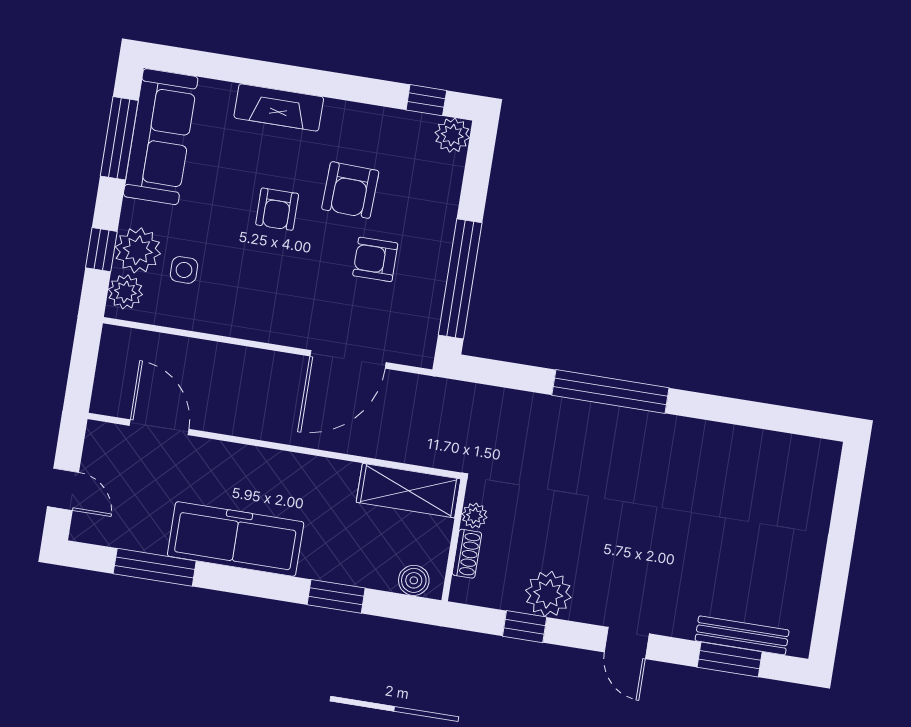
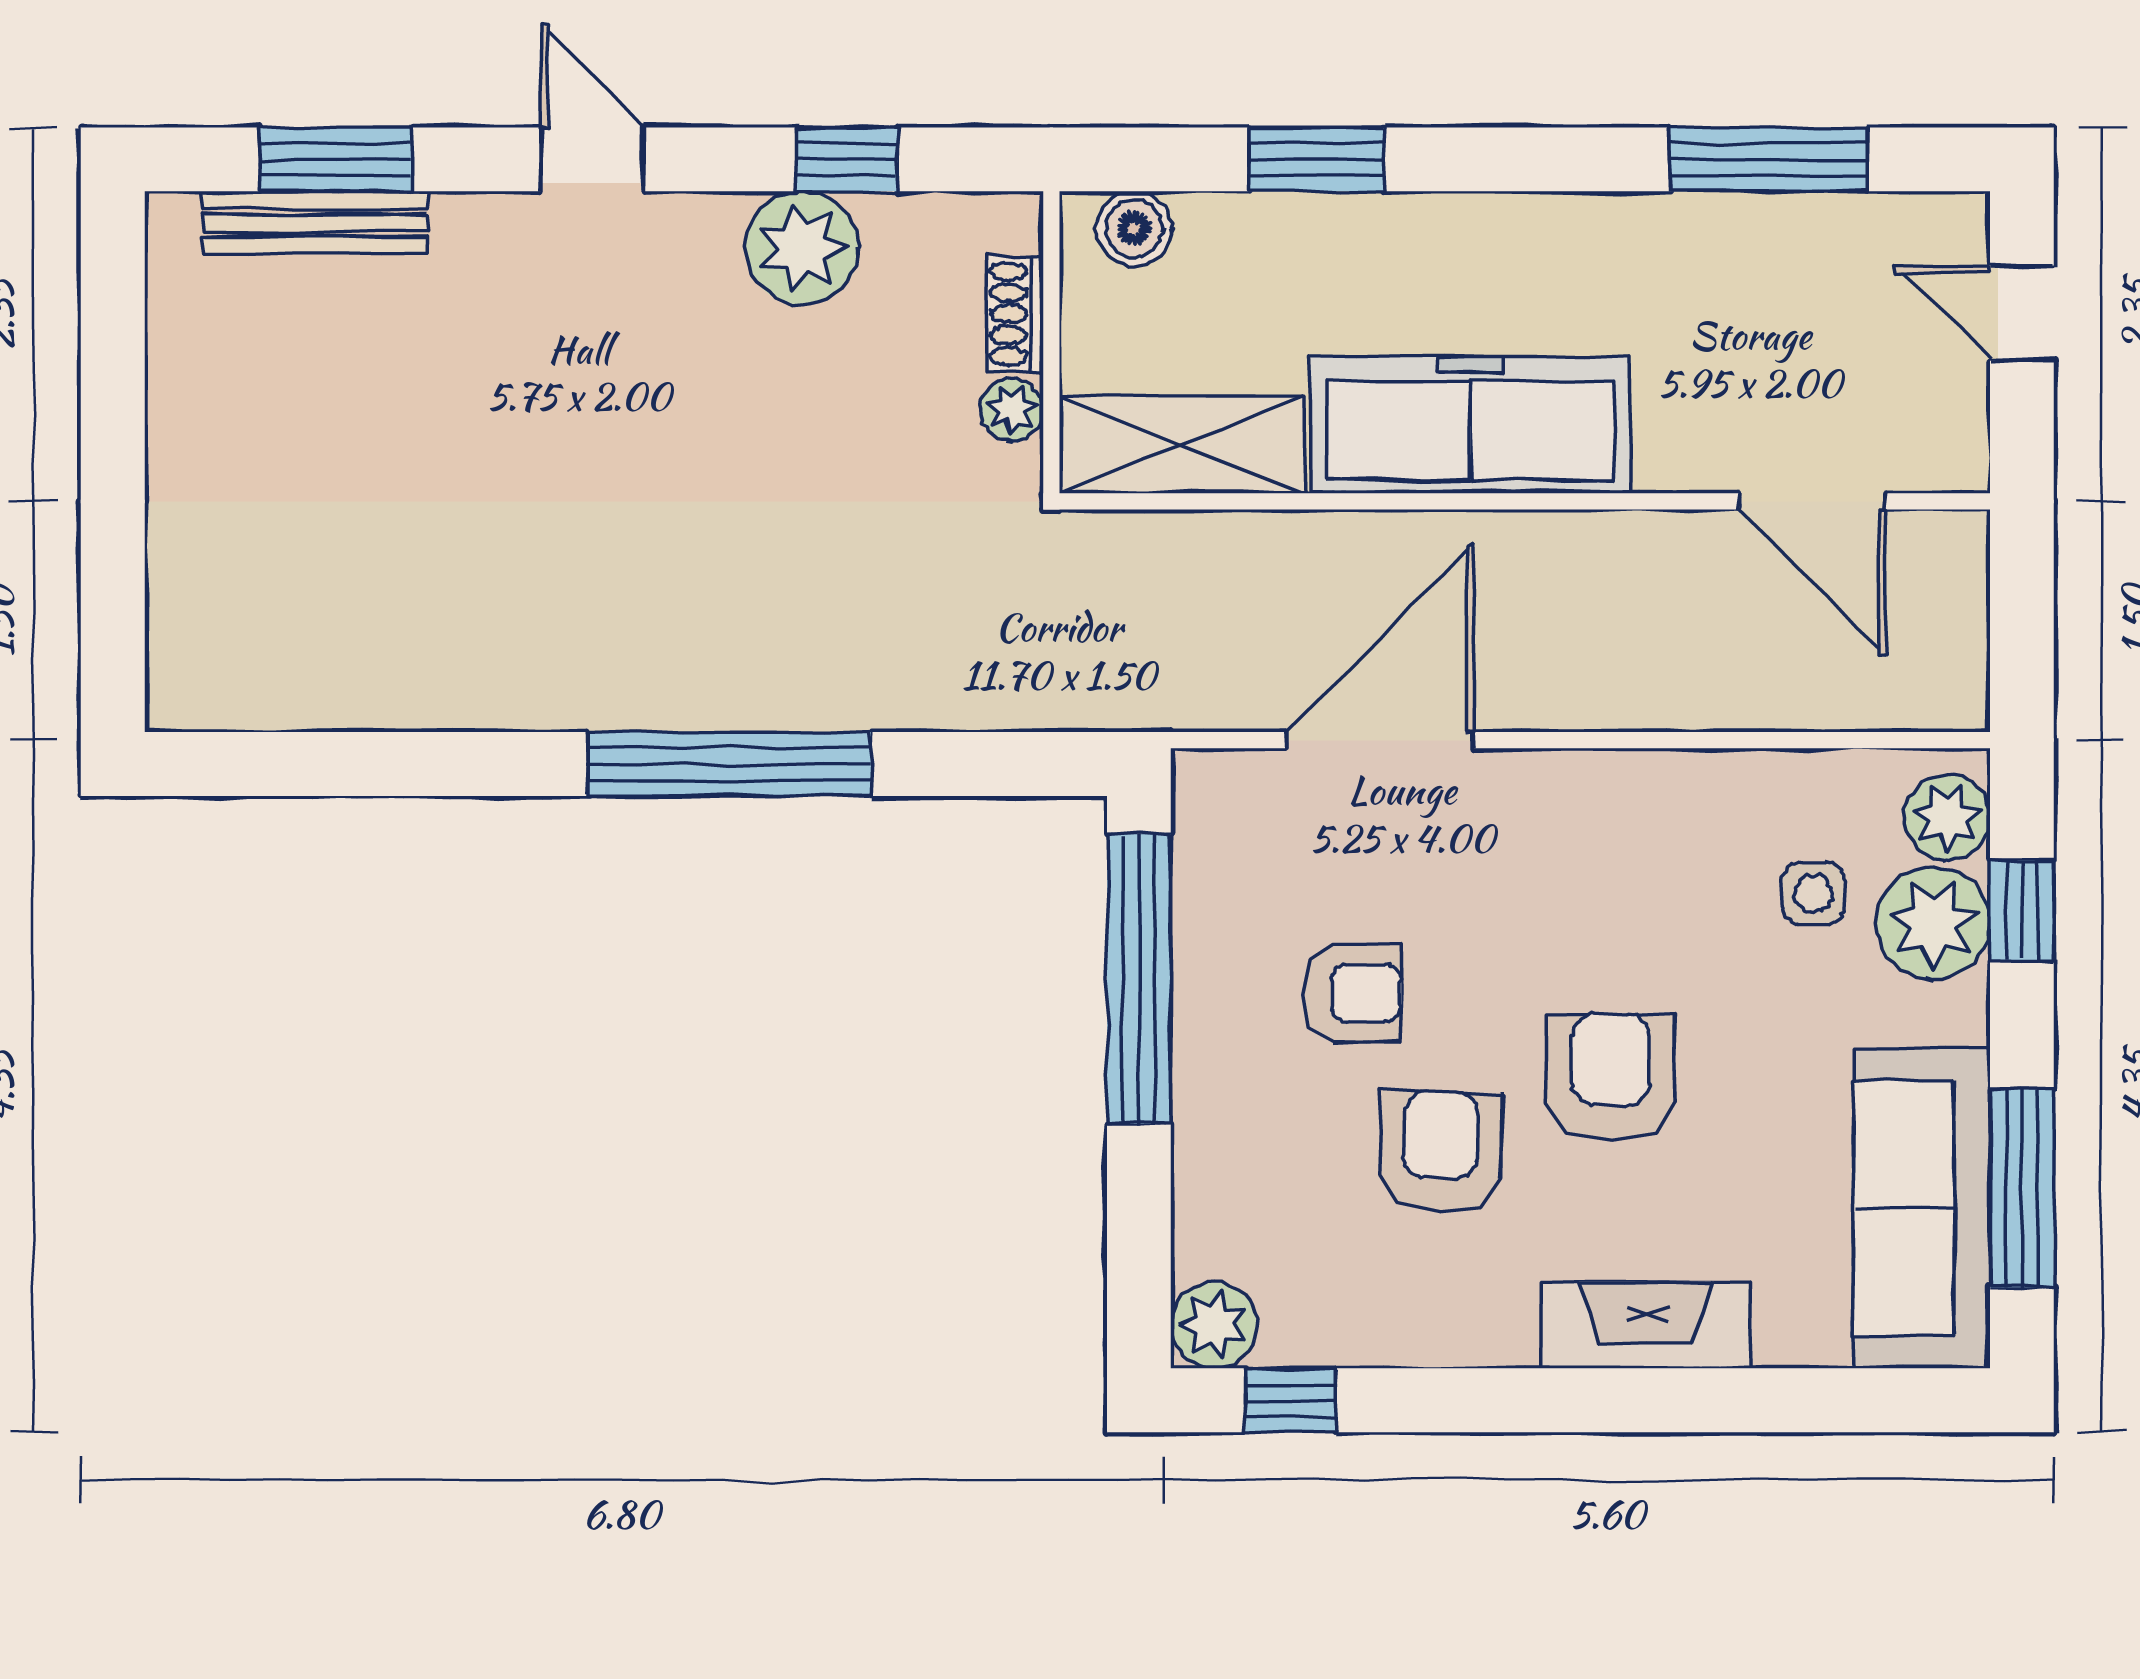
armchair: (277, 209) -> (1611, 1077), width x1.38, depth x1.38
freezer: (236, 539) -> (1470, 425), moved, turned 180

